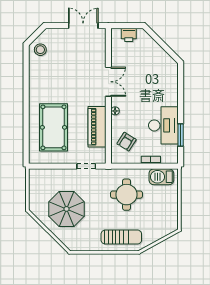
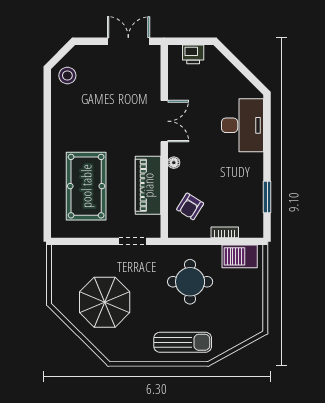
desk: (163, 125) -> (243, 125), moved

